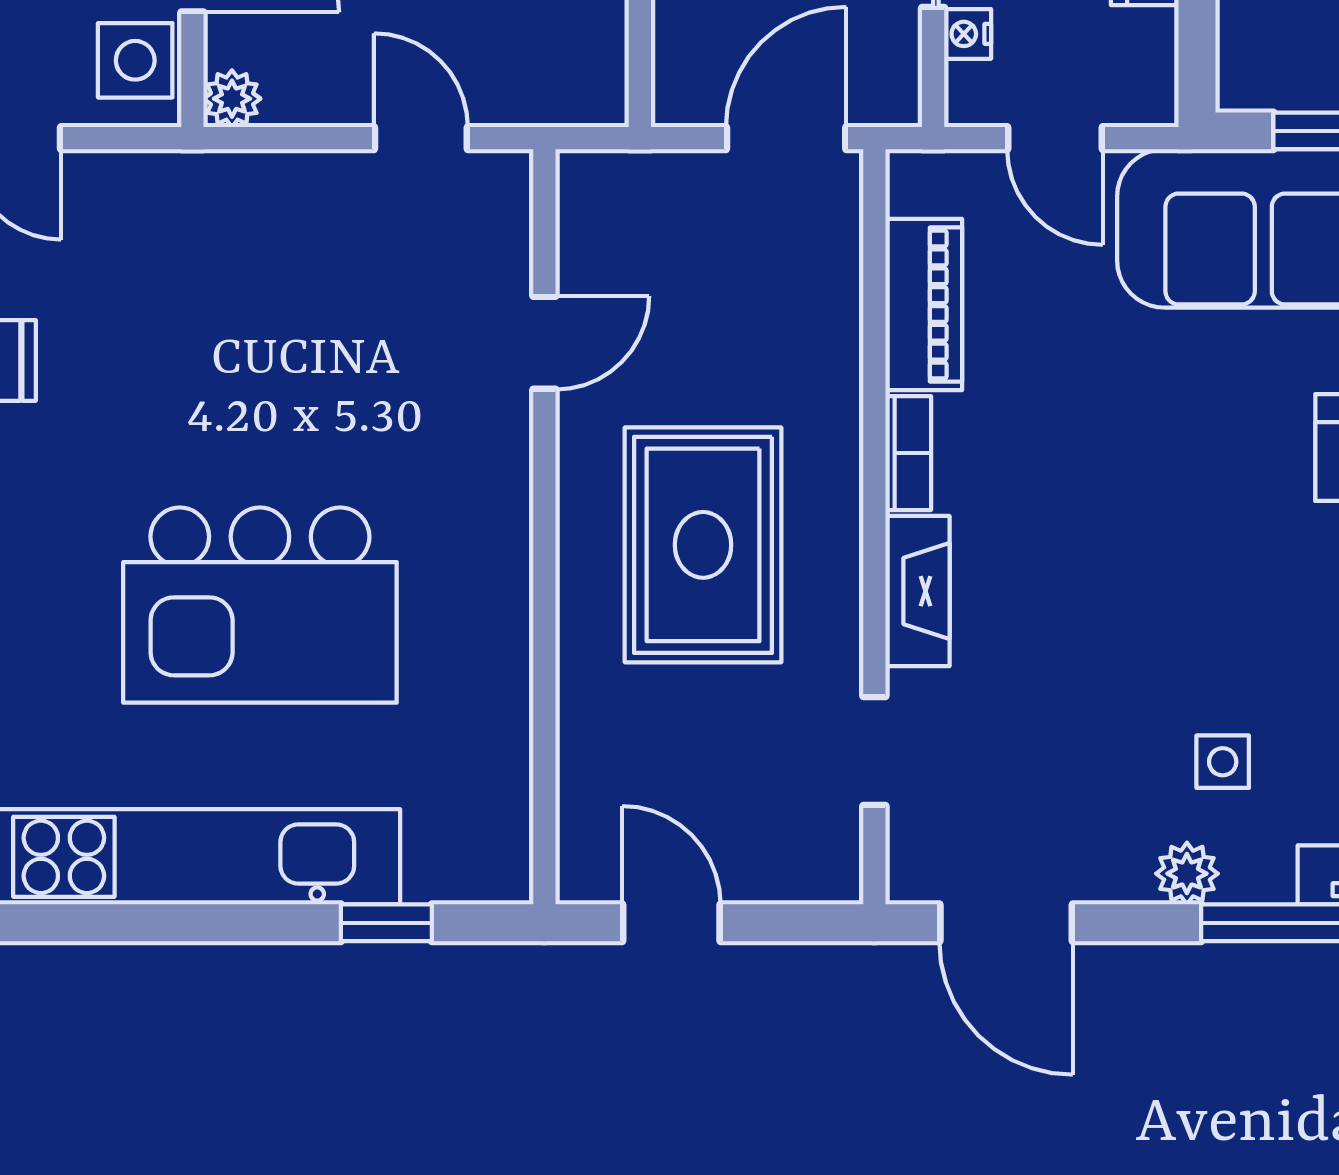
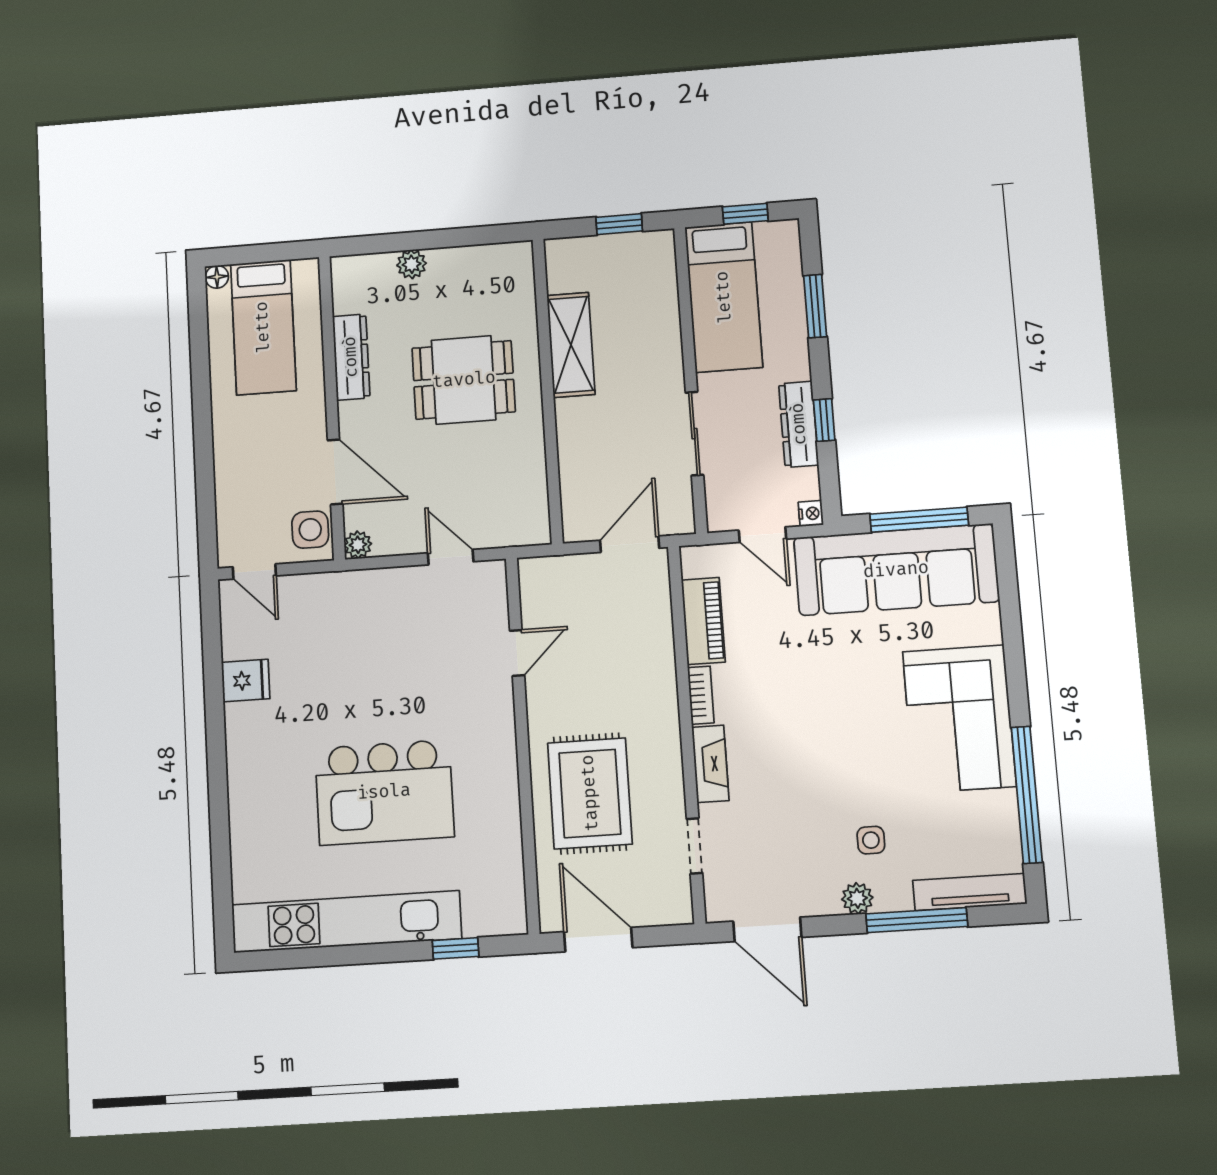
nightstand: (968, 34) -> (811, 513), moved, turned 180
rug: (703, 545) -> (590, 793), moved
door: (671, 923) -> (598, 940), width x1.38

